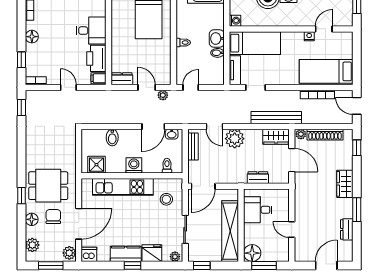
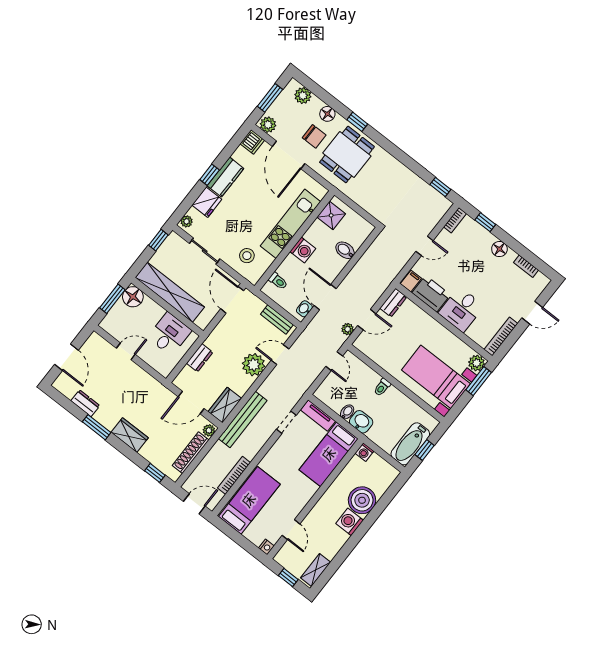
nightstand: (309, 36) -> (266, 547), moved

